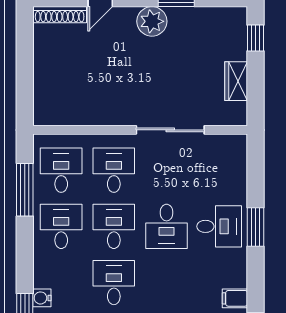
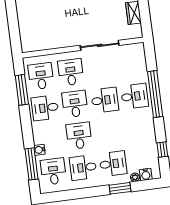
desk: (61, 226) -> (45, 108), turned -90
desk: (167, 226) -> (105, 100), turned -90
window: (256, 227) -> (155, 94), width x2.11
filing cabinet: (235, 298) -> (149, 136), removed

